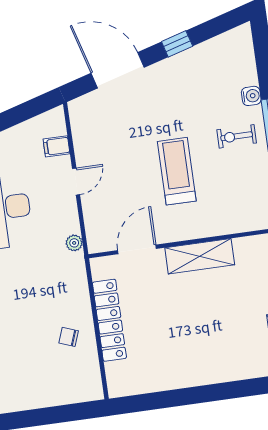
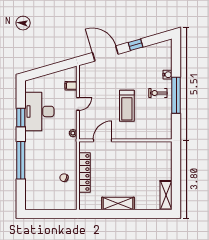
treadmill: (177, 171) -> (127, 106), turned 180
shelving: (200, 256) -> (118, 204), moved

